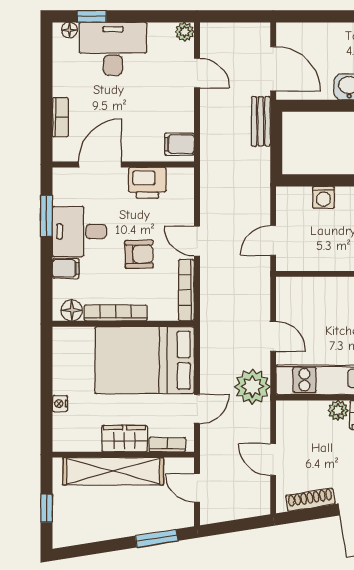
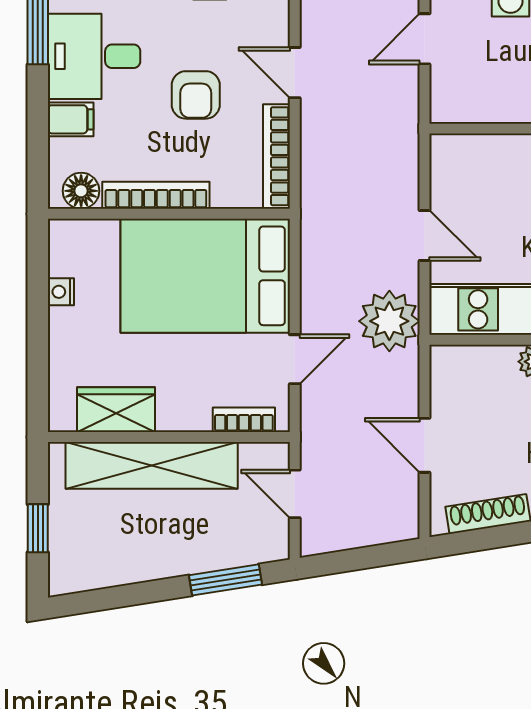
door: (273, 240) -> (425, 39), moved
armchair: (139, 254) -> (196, 95), turned 91
nightstand: (60, 404) -> (61, 292), moved
wardrobe: (124, 439) -> (116, 410), moved

